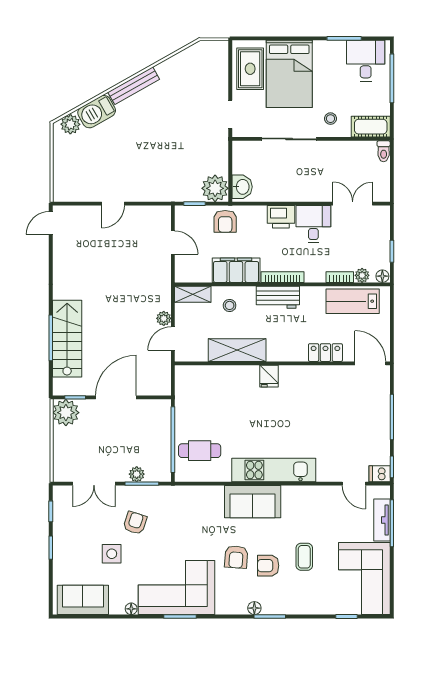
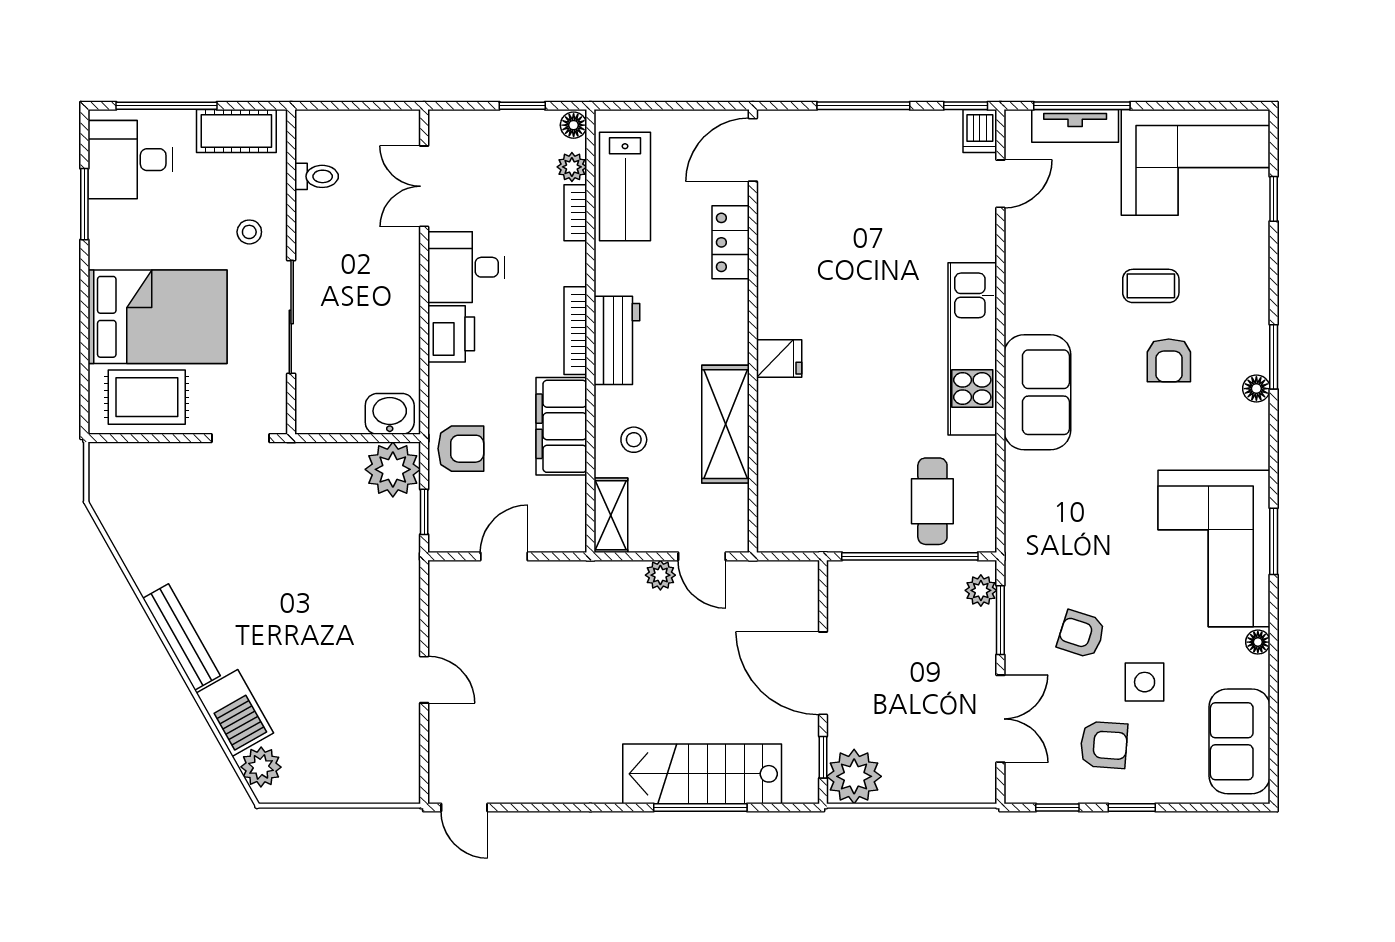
cot: (371, 127) -> (236, 131), moved, turned 90
toilet: (384, 151) -> (317, 176), moved
plant: (137, 474) -> (981, 590), moved
armchair: (236, 557) -> (1104, 745), moved

